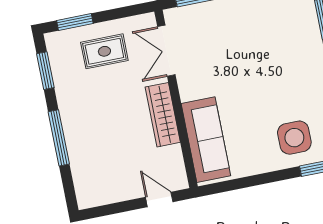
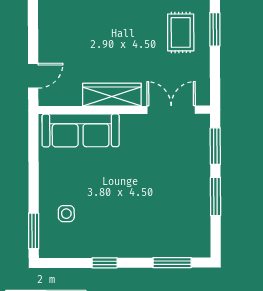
rug: (104, 51) -> (181, 32), moved
side table: (294, 138) -> (66, 214), width x0.54, depth x0.54

